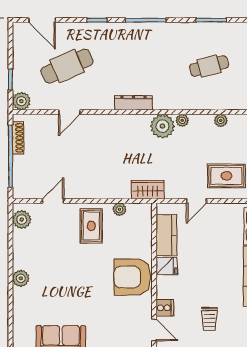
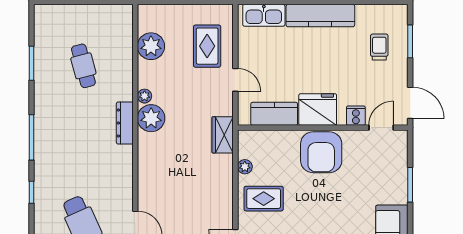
dresser: (134, 103) -> (125, 123), moved
plant: (221, 120) -> (151, 46), width x1.88, depth x1.88
fridge: (167, 266) -> (318, 110), width x1.88, depth x1.34
trolley: (210, 319) -> (379, 47), moved, turned -90

